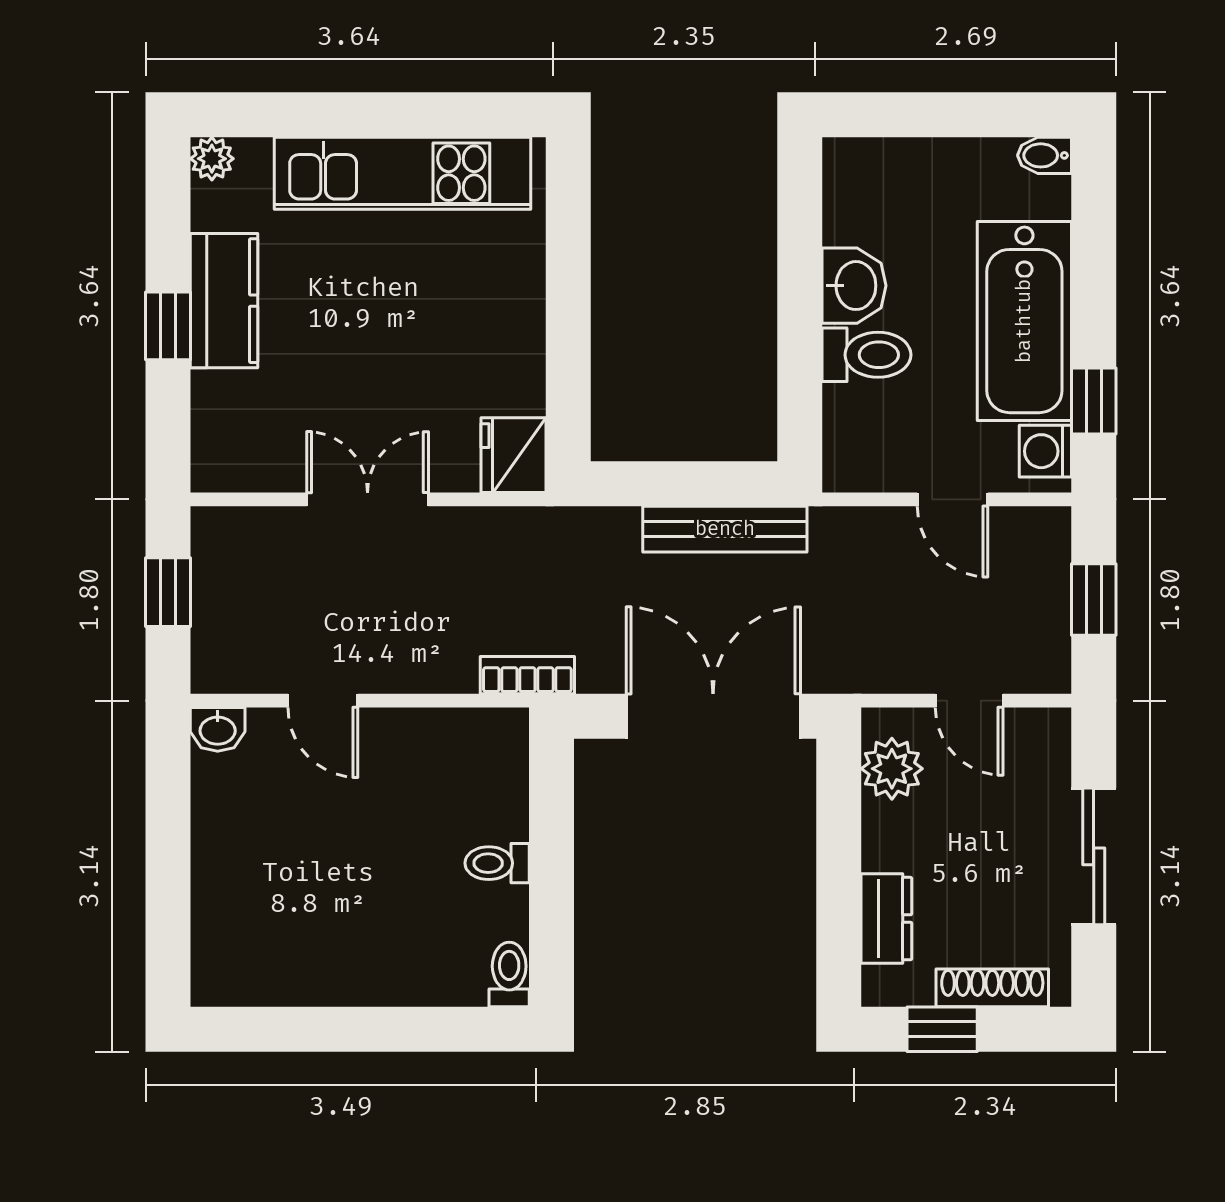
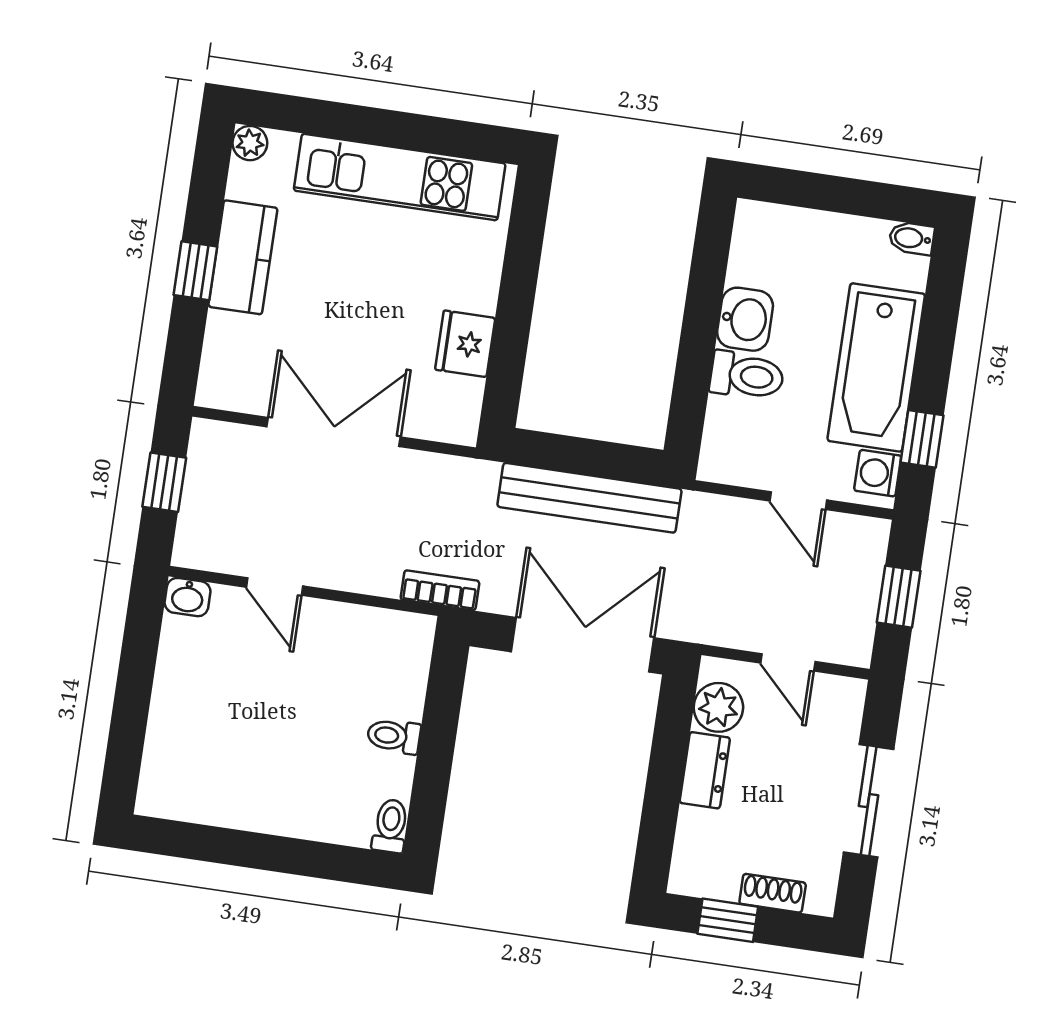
fridge: (514, 455) -> (465, 344), moved
double door: (368, 499) -> (334, 432), width x1.37
bench: (725, 529) -> (589, 498), width x1.37, depth x1.21
dresser: (886, 919) -> (705, 770), moved
shoe rack: (992, 988) -> (773, 893), width x0.70

